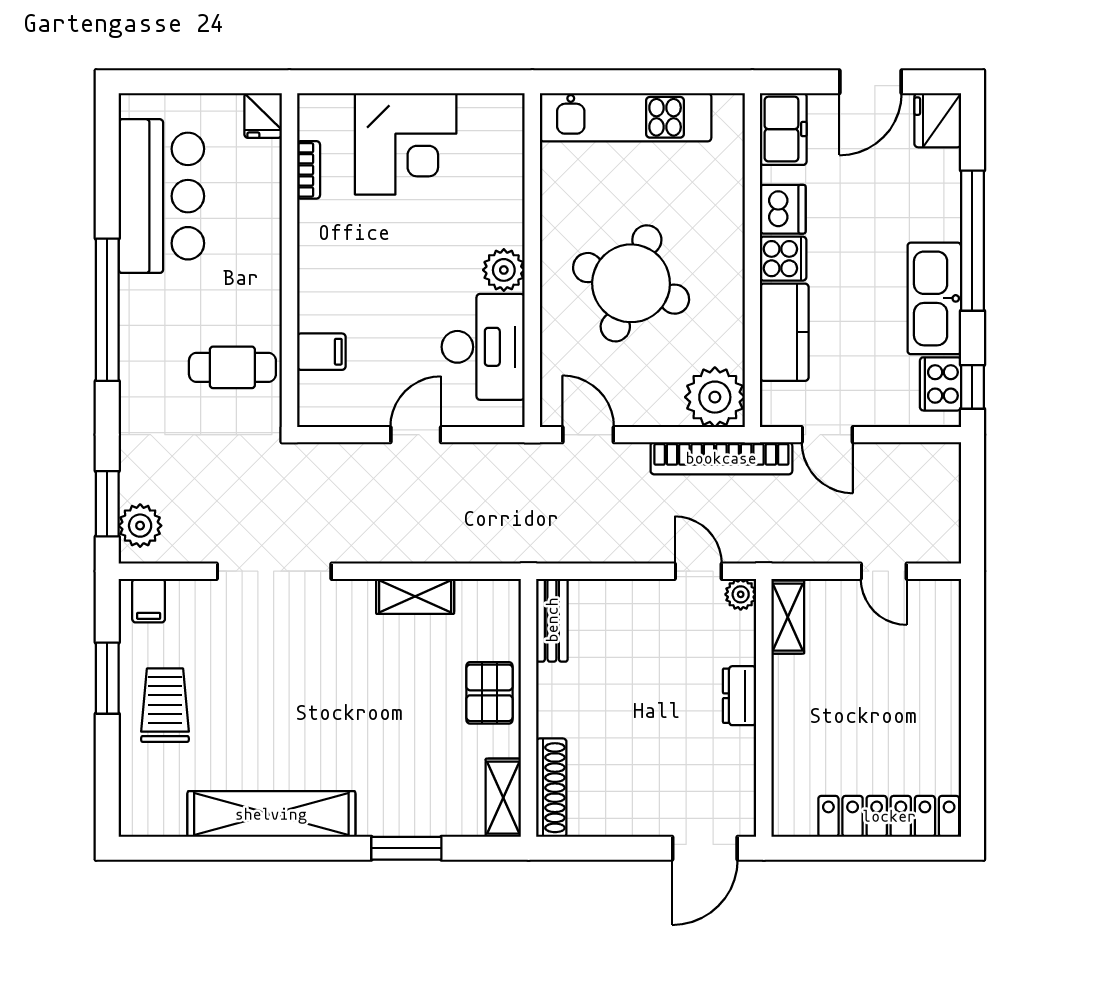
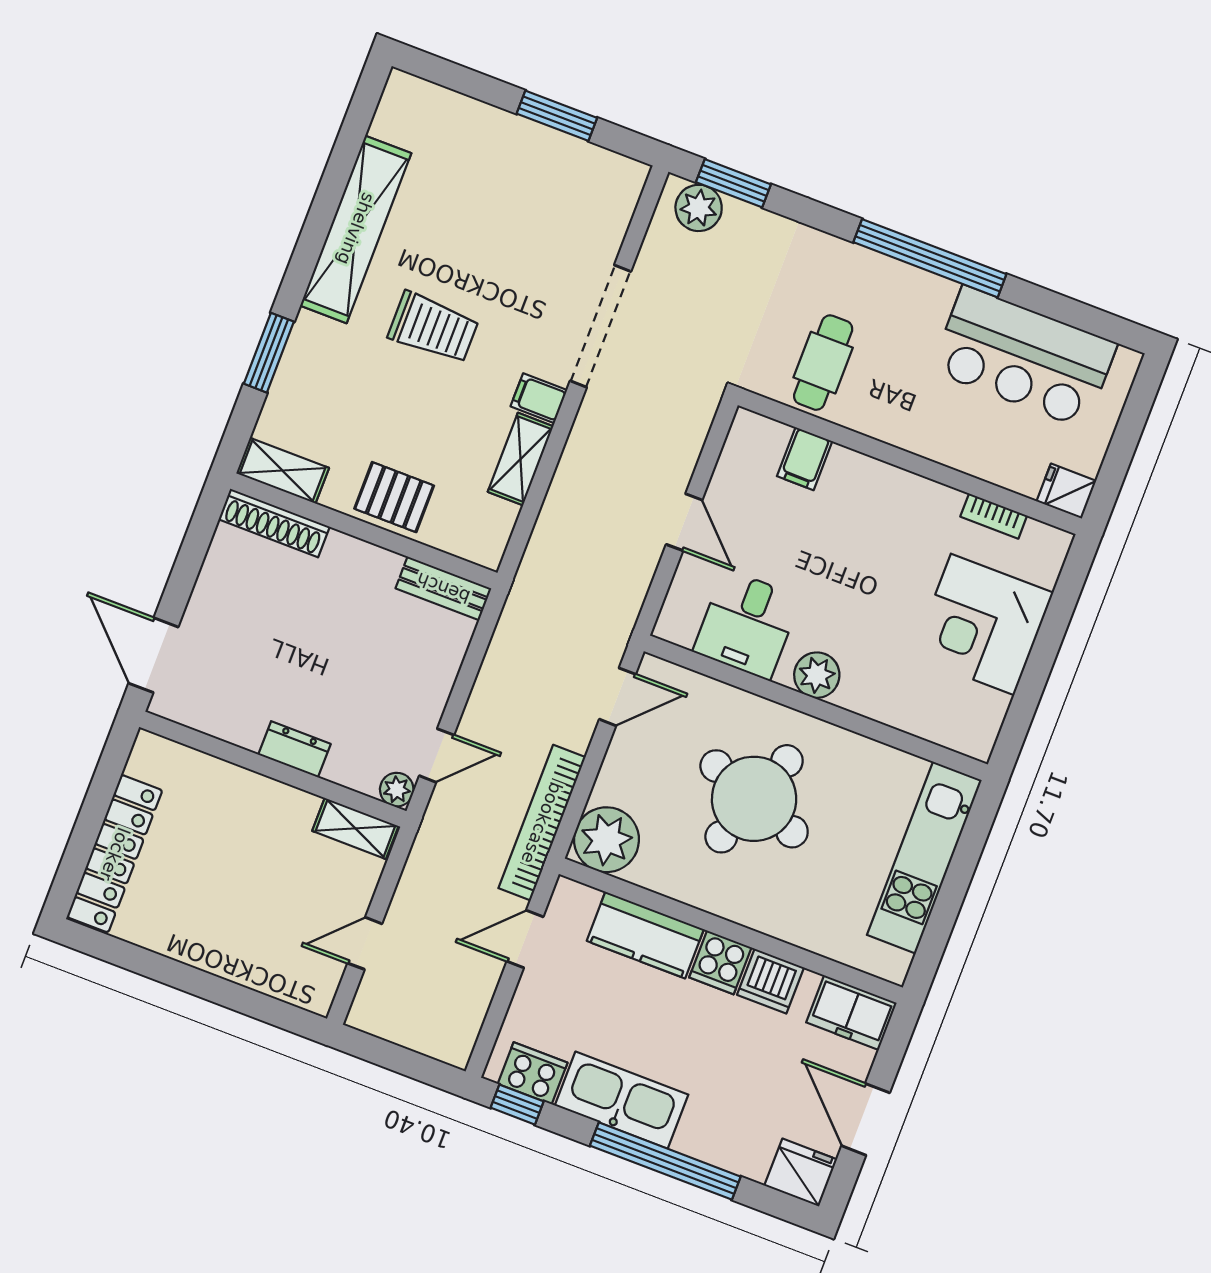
desk: (483, 347) -> (747, 624), width x0.73
filing cabinet: (149, 601) -> (539, 398), moved
trolley: (165, 705) -> (433, 328), moved

